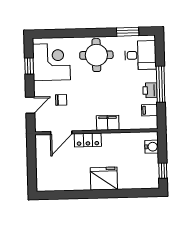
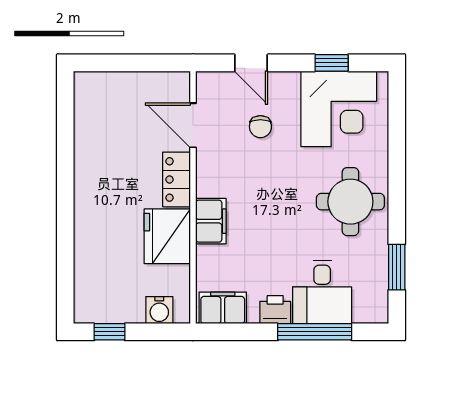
desk: (140, 55) -> (322, 292), moved
window: (161, 84) -> (315, 332), moved
filing cabinet: (150, 110) -> (223, 308), width x2.00
fridge: (104, 179) -> (167, 236), moved, turned 180

